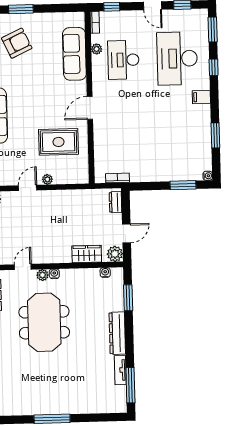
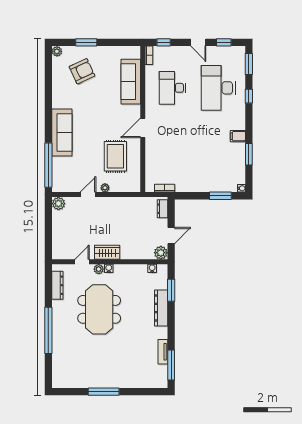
plant: (97, 49) -> (150, 78), removed
filing cabinet: (201, 97) -> (238, 136), moved
rug: (58, 142) -> (115, 156), turned 90
wardrobe: (87, 254) -> (107, 252), moved
dresser: (117, 333) -> (161, 308), moved

